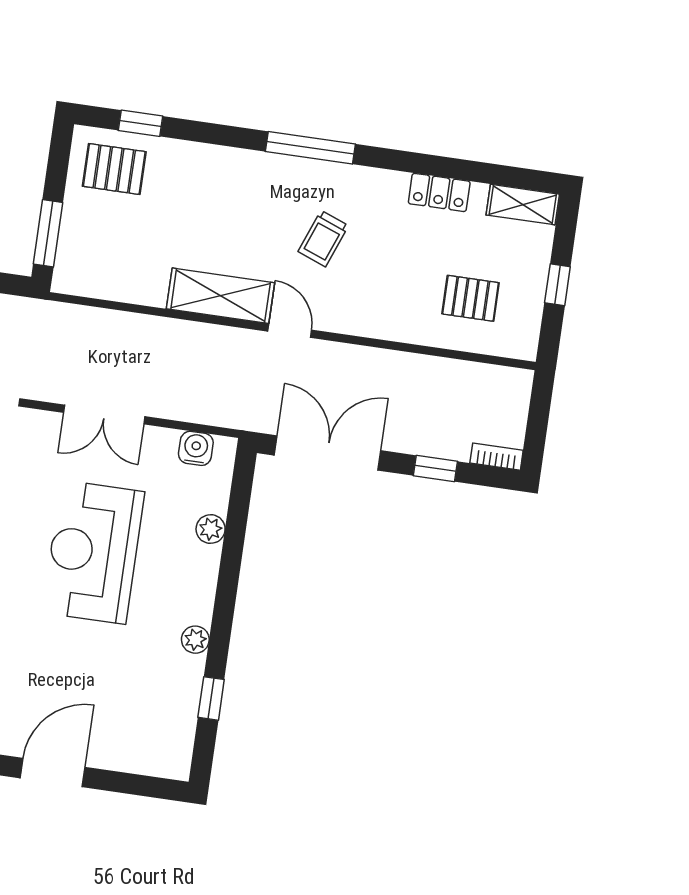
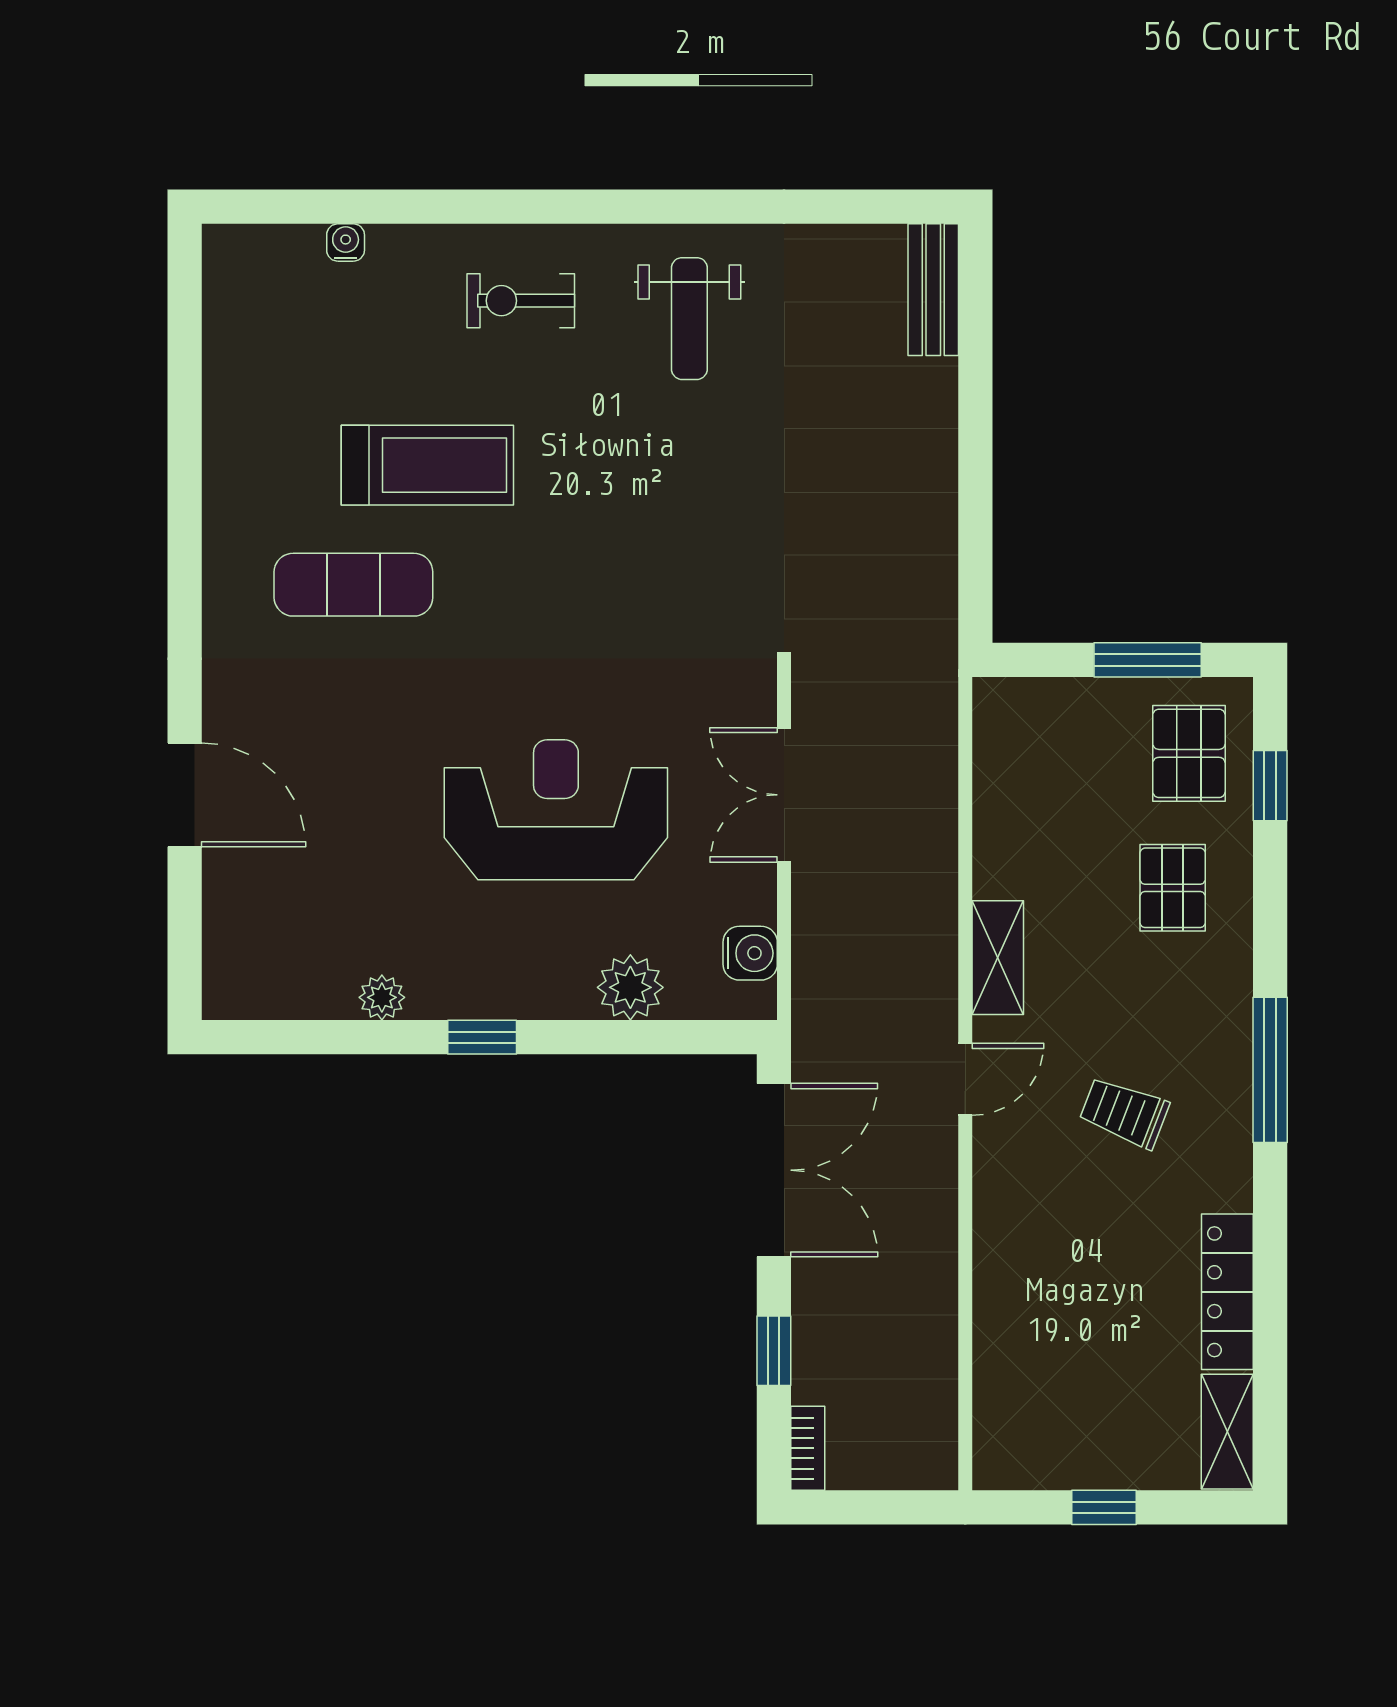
locker: (439, 192) -> (1227, 1292), width x1.53
window: (48, 233) -> (1148, 660), moved
shelving: (221, 296) -> (998, 958), width x0.67, depth x0.75
pallet: (471, 298) -> (1173, 888), moved
plant: (211, 529) -> (630, 987), width x1.38, depth x1.38
plant: (195, 640) -> (382, 997), moved
window: (211, 698) -> (482, 1037), moved

